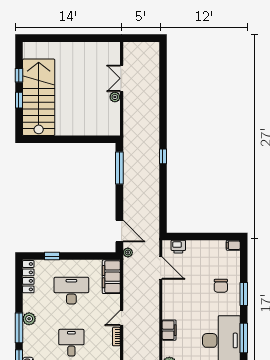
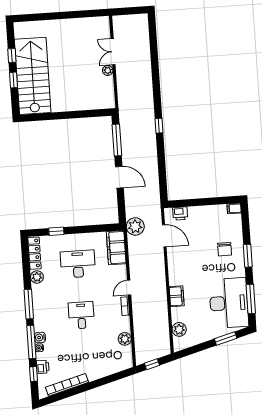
door: (119, 231) -> (119, 177), moved
plant: (128, 253) -> (135, 226), width x1.88, depth x1.88
plant: (29, 319) -> (37, 277), moved

